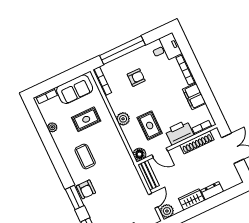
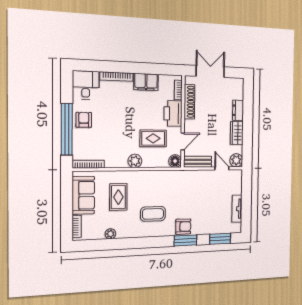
armchair: (136, 78) -> (84, 120), moved

